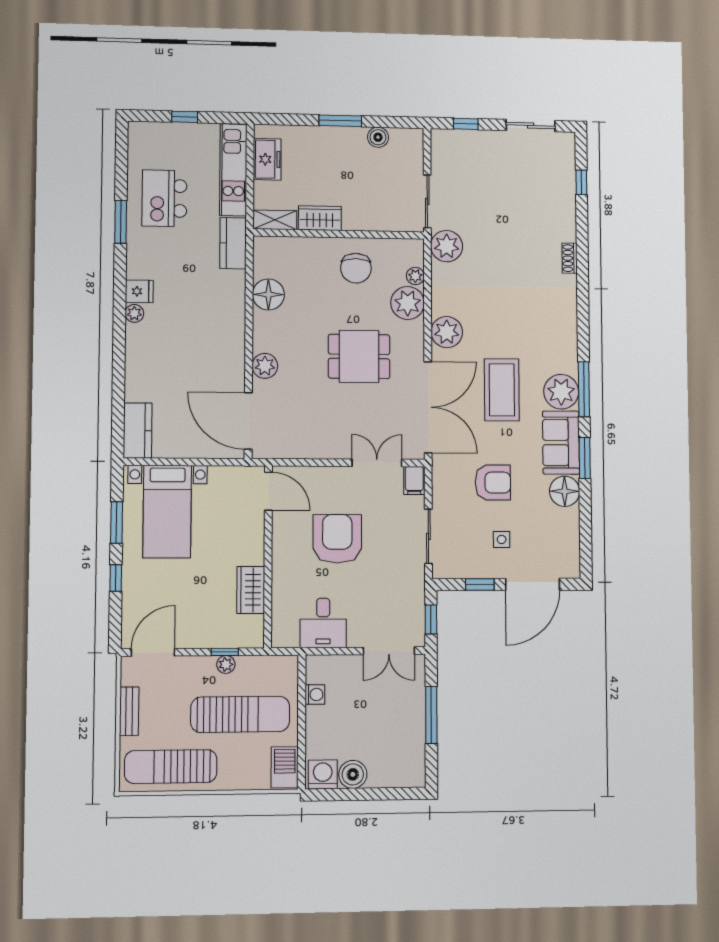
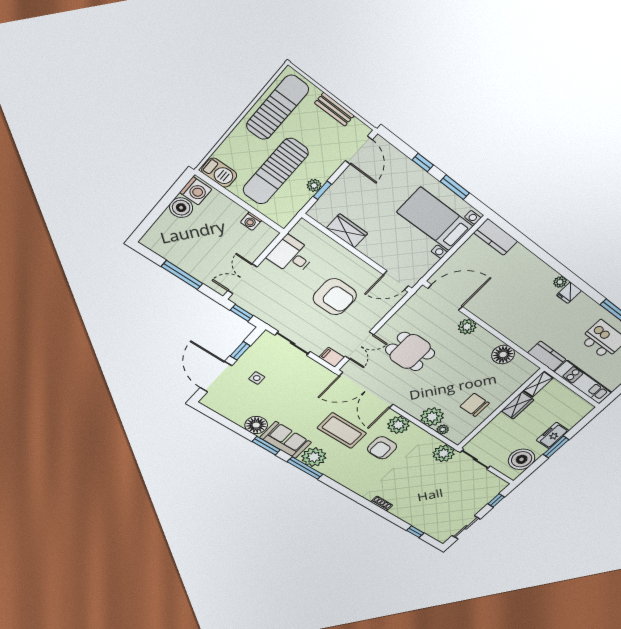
boiler: (378, 137) -> (522, 459), width x1.86, depth x1.86
freezer: (267, 159) -> (553, 435), moved, turned 90
dining table: (359, 356) -> (410, 352), moved, turned 90
armchair: (493, 483) -> (382, 448), moved

